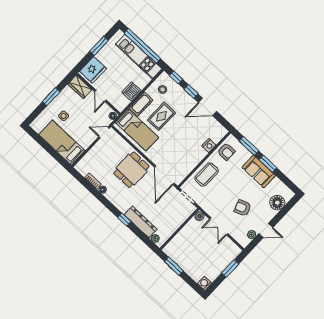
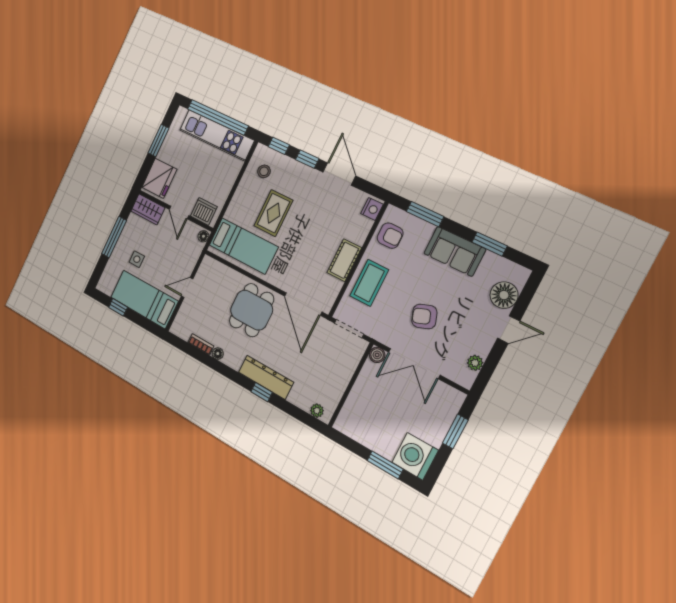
dishwasher: (132, 91) -> (204, 211), moved, turned 90
window: (51, 97) -> (114, 237), width x1.44
cot: (141, 104) -> (344, 260), moved
door: (207, 107) -> (339, 174), swing flipped
door: (104, 132) -> (187, 287), moved
window: (42, 142) -> (118, 307), added
nightstand: (209, 145) -> (372, 209), moved
window: (268, 164) -> (489, 244), moved
armchair: (243, 208) -> (424, 316), moved
dresser: (141, 222) -> (266, 377), moved
double door: (219, 226) -> (414, 363), width x1.37
door: (266, 230) -> (509, 330), moved
window: (174, 266) -> (385, 465), moved
washing machine: (205, 283) -> (415, 456), width x1.89, depth x1.89

